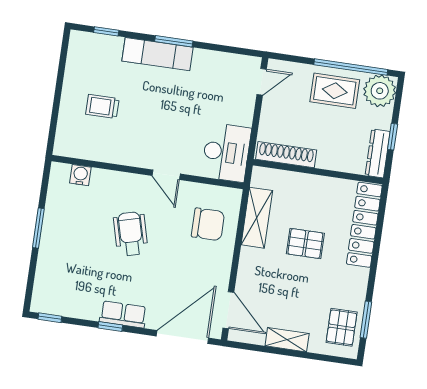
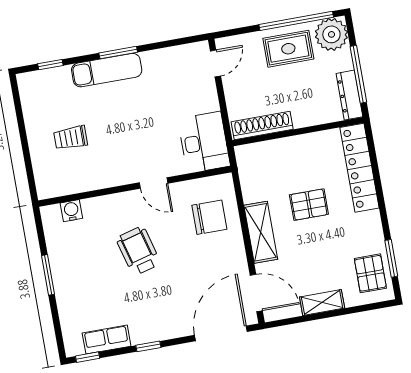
window: (393, 137) -> (358, 74), width x2.17
shelving: (257, 218) -> (261, 232), moved
row of seats: (123, 314) -> (107, 340), moved

